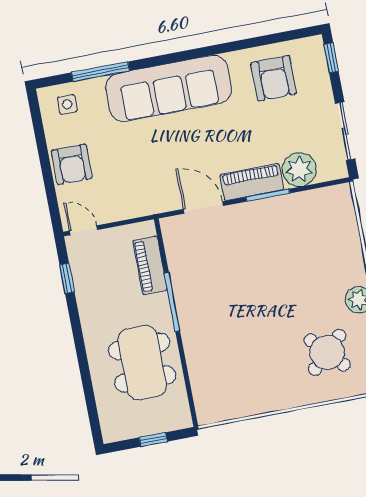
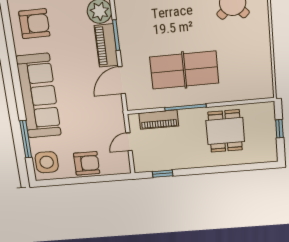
side table: (67, 104) -> (47, 162), width x1.87, depth x1.87
door: (84, 230) -> (129, 142), moved
table tennis table: (227, 295) -> (184, 70), added
dining table: (142, 363) -> (225, 131), width x0.73

